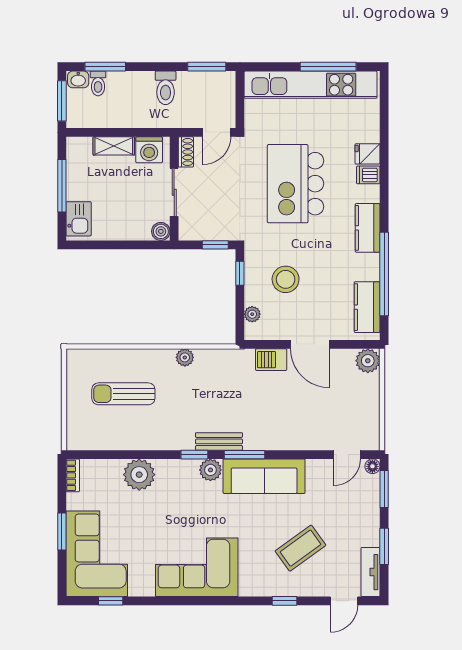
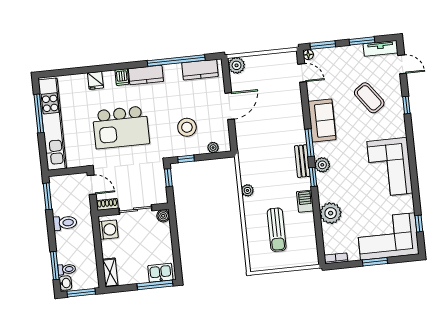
shelving: (114, 146) -> (110, 273), moved
dishwasher: (368, 175) -> (122, 77), moved
window: (62, 186) -> (155, 285), moved
barbecue: (271, 360) -> (305, 201), moved, turned 180
sofa: (264, 476) -> (322, 120), width x0.73

